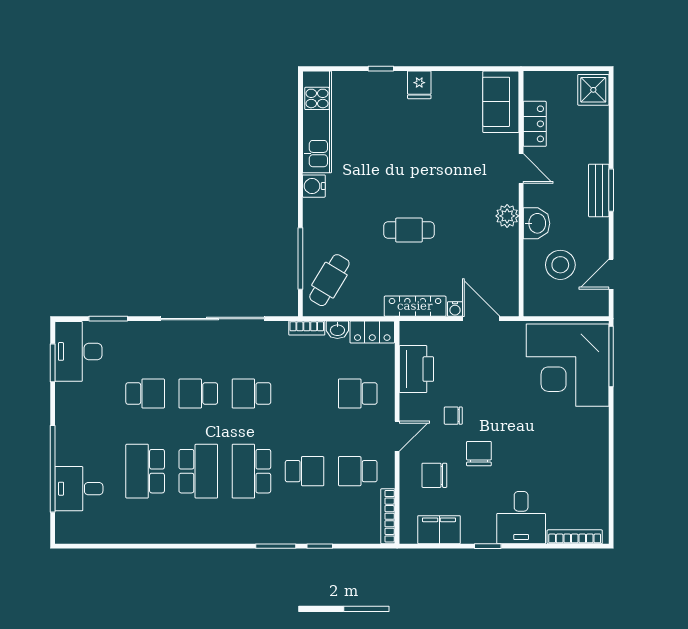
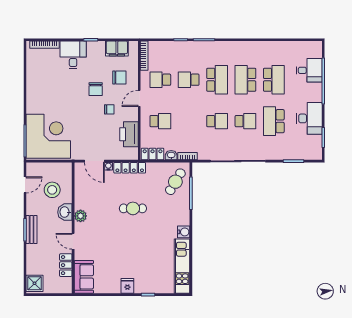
desk: (78, 351) -> (309, 118), moved
school desk: (145, 394) -> (274, 121), width x1.85
school desk: (358, 471) -> (160, 80), turned 180

